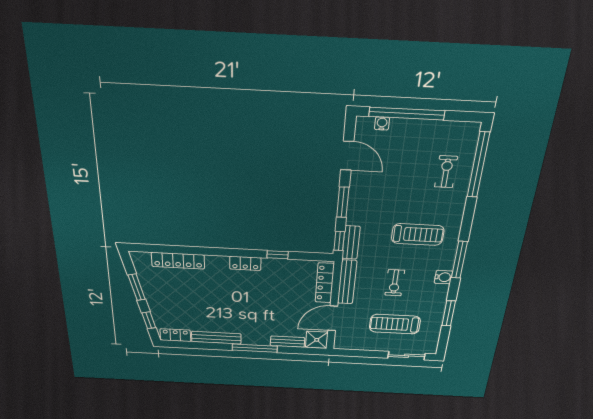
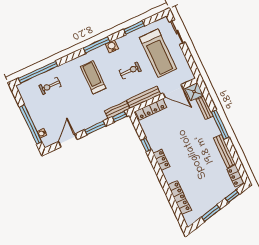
treadmill: (395, 324) -> (158, 53), width x1.37, depth x1.38

